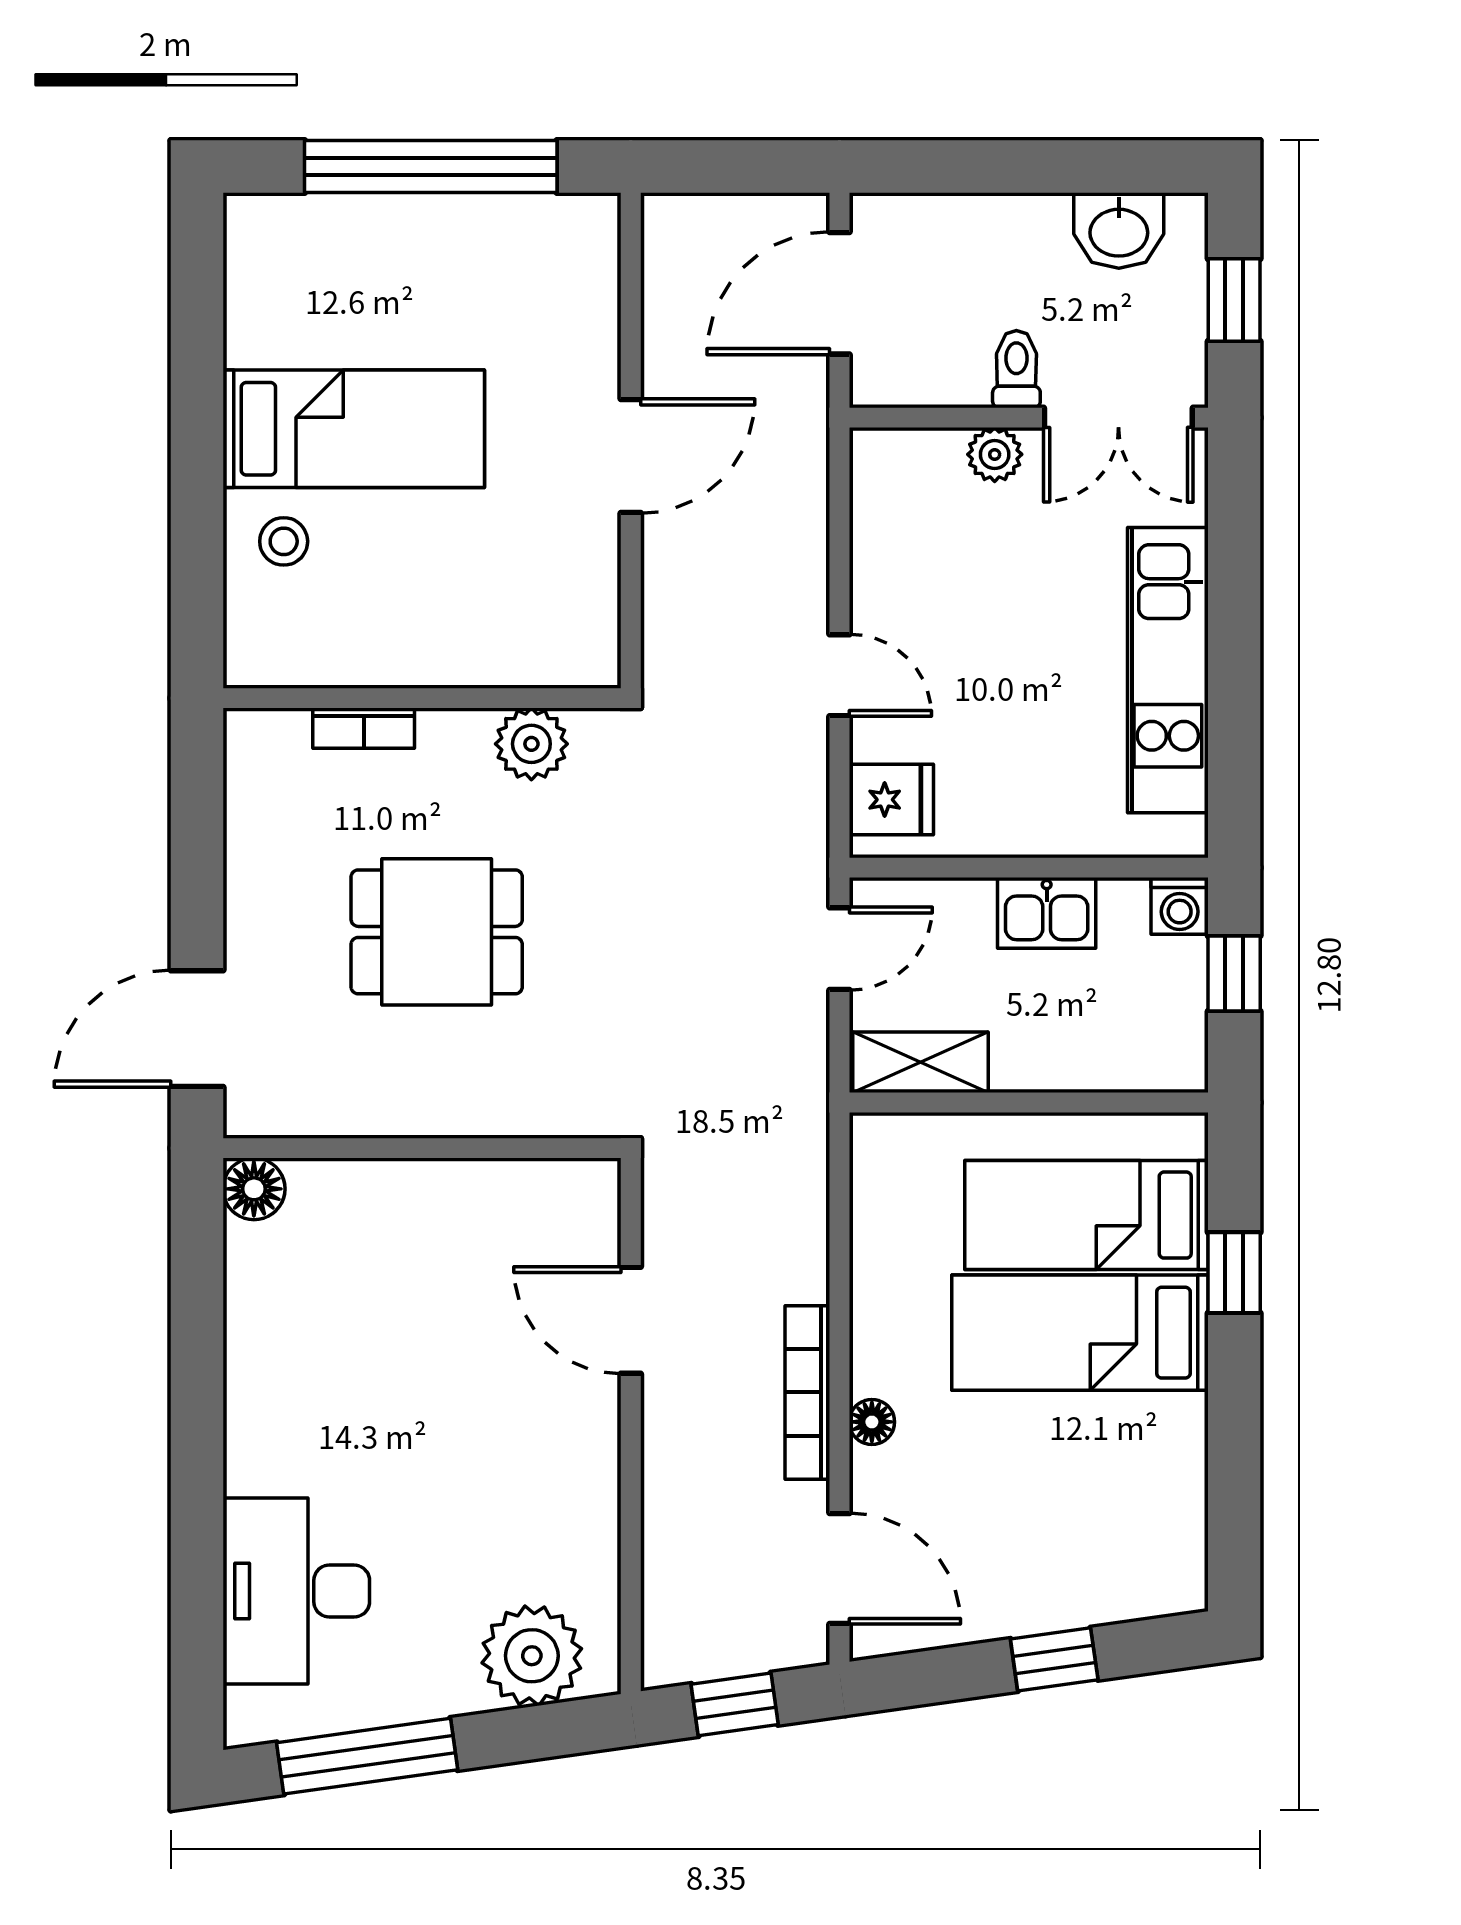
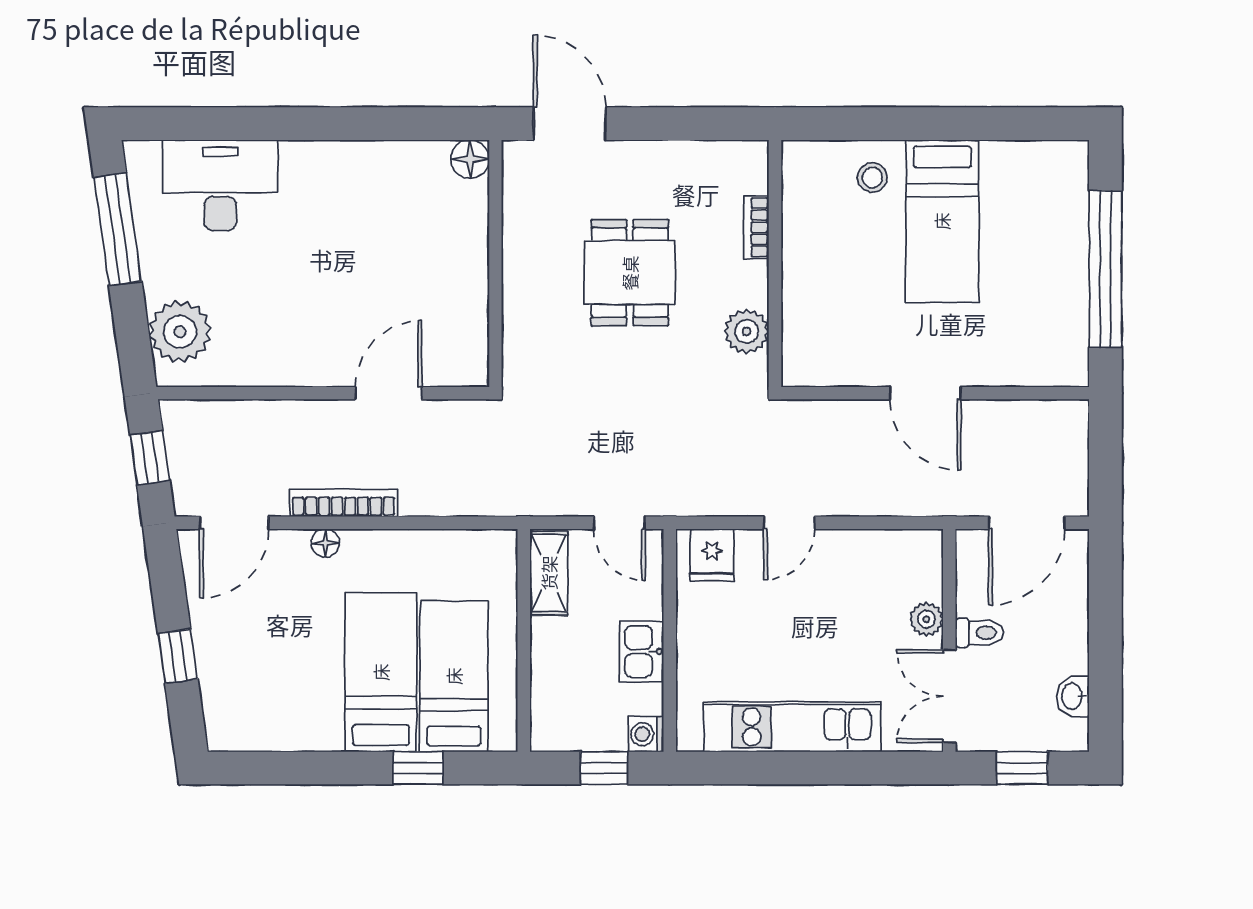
washbasin: (1119, 230) -> (1073, 696), width x0.72, depth x0.69
door: (839, 293) -> (1027, 523), swing flipped

